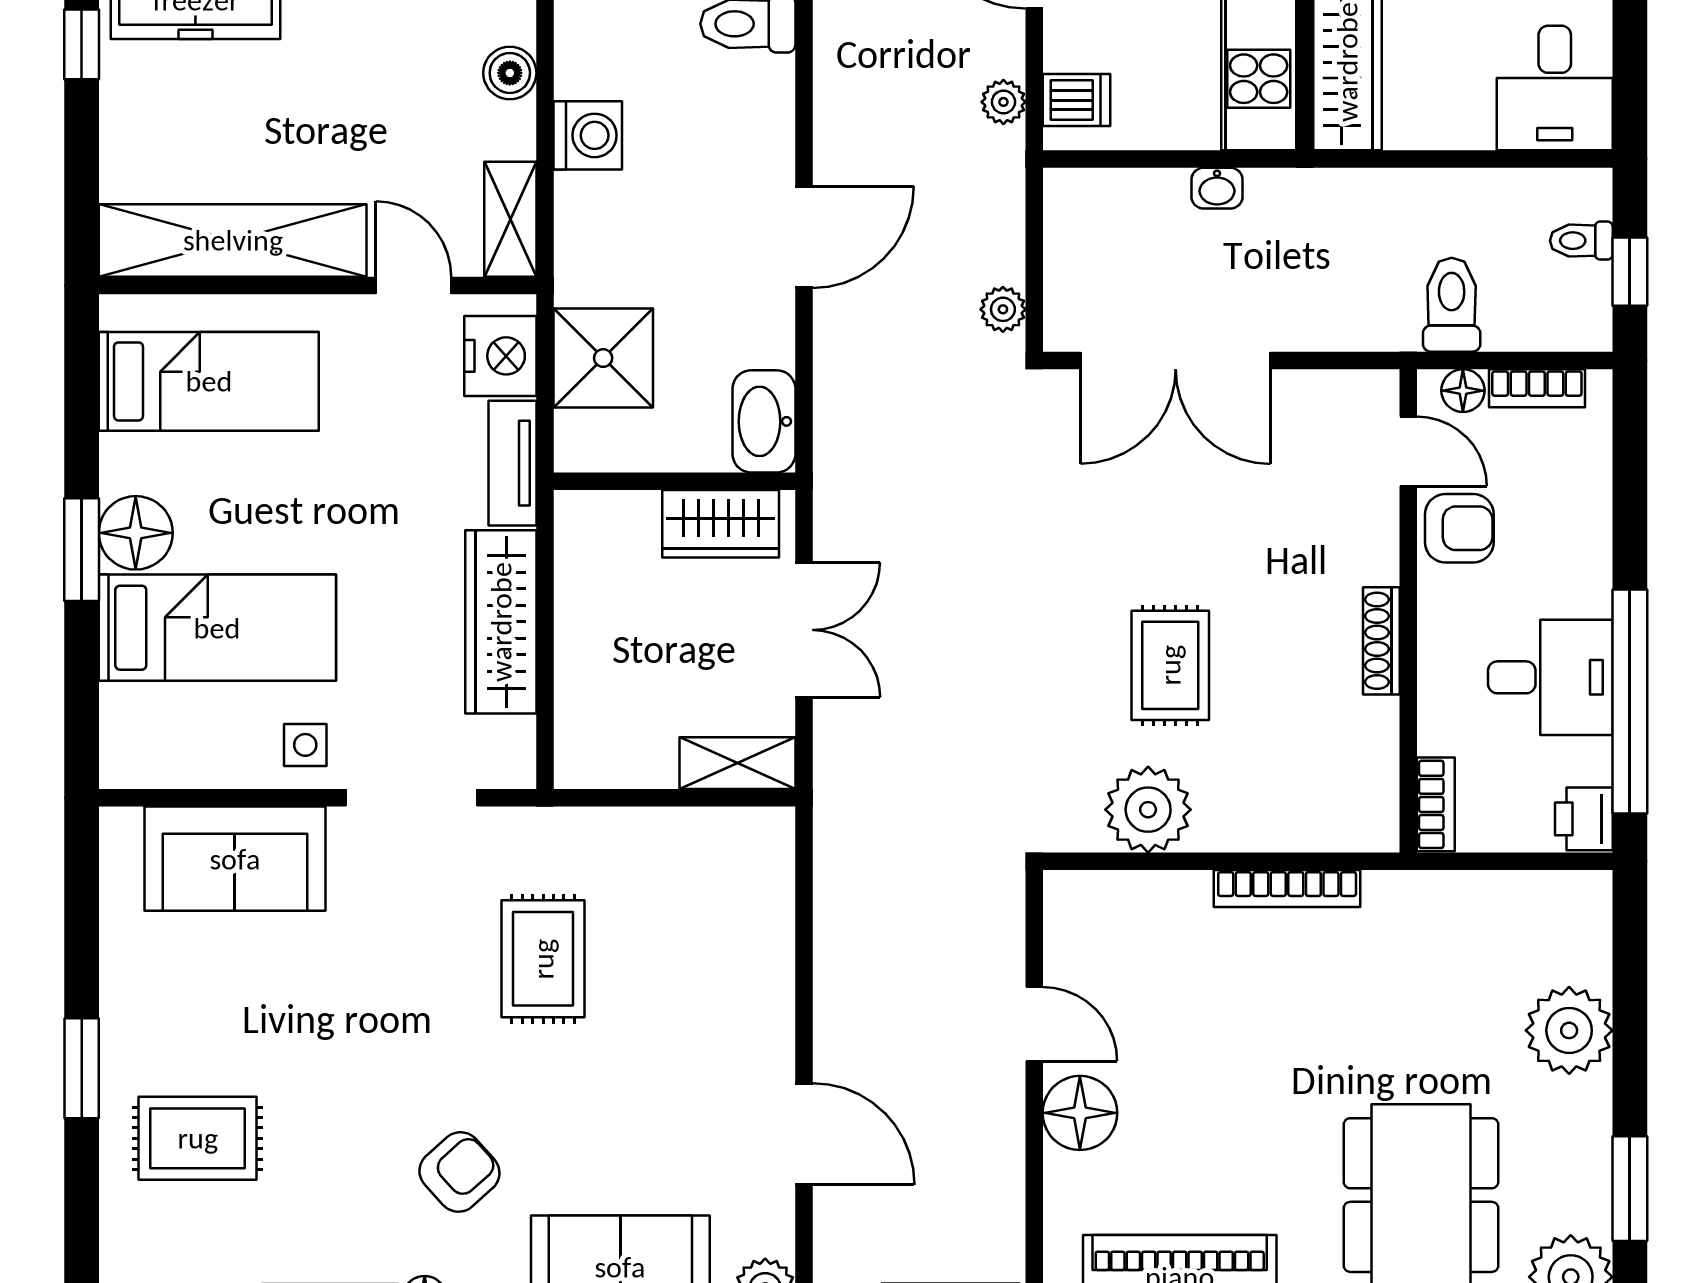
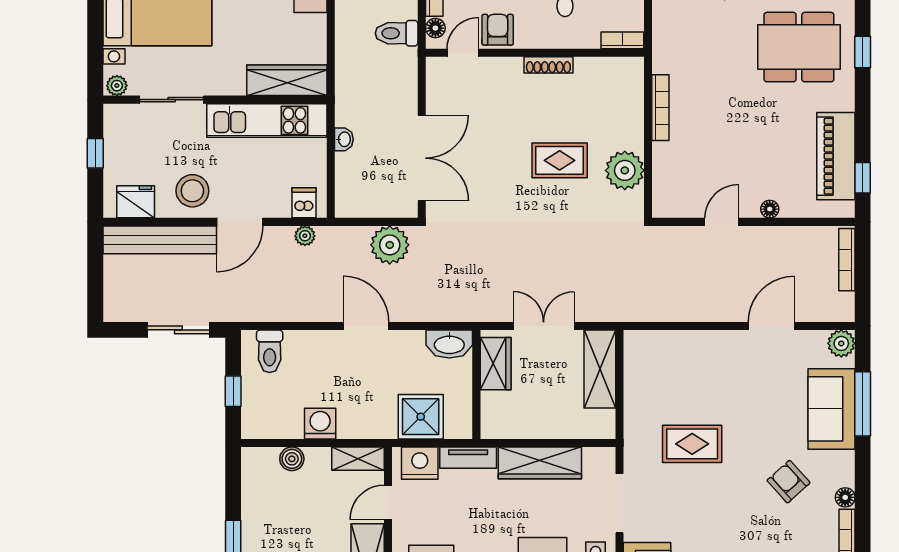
plant: (1003, 309) -> (390, 245), width x1.88, depth x1.88
shelving: (737, 763) -> (600, 369), width x1.50, depth x1.33
floor lamp: (1080, 1113) -> (770, 209), width x0.53, depth x0.53

